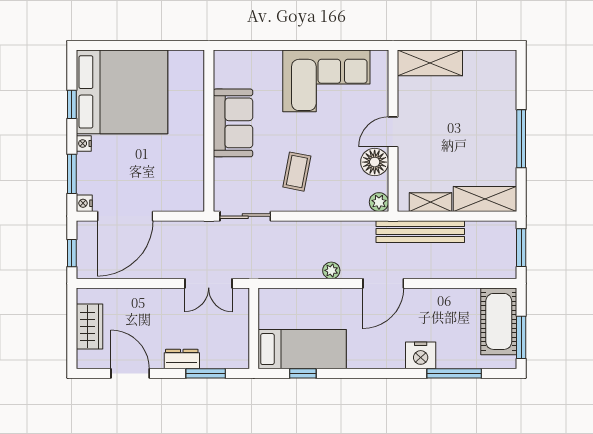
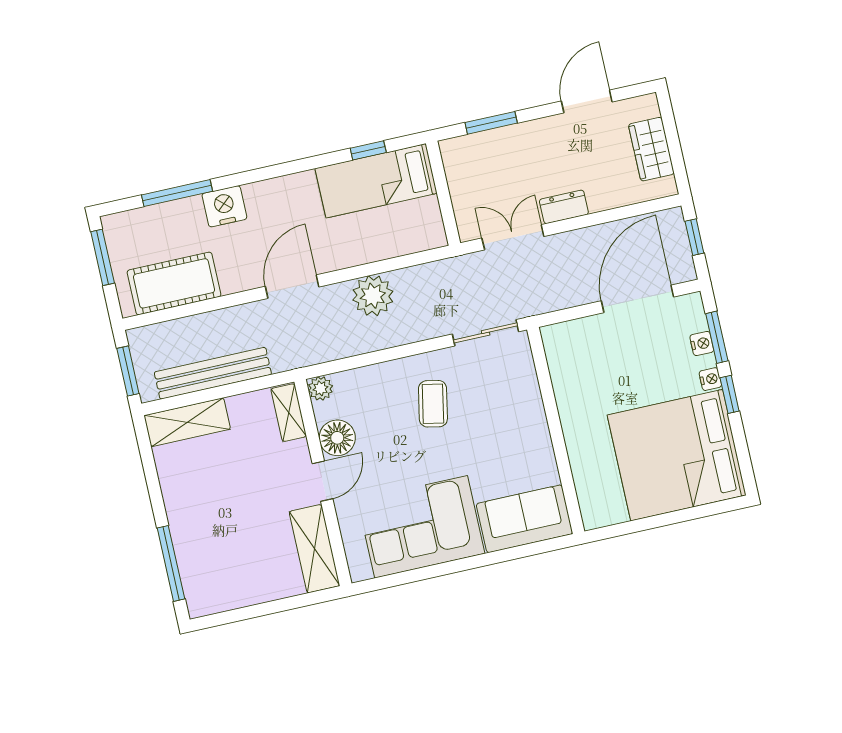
shelving: (430, 63) -> (314, 549), moved, turned 90
window: (72, 104) -> (730, 394), moved
sofa: (233, 123) -> (524, 519), moved, turned 90
window: (521, 139) -> (171, 563), moved
shelving: (431, 202) -> (289, 413), moved, turned 90
nightstand: (84, 203) -> (702, 344), moved
bench: (420, 232) -> (213, 373), moved
plant: (331, 270) -> (373, 296), width x1.88, depth x1.88
cot: (499, 321) -> (174, 283), moved, turned 90
dresser: (182, 359) -> (564, 207), moved, turned 180
door: (130, 373) -> (587, 101), swing flipped

